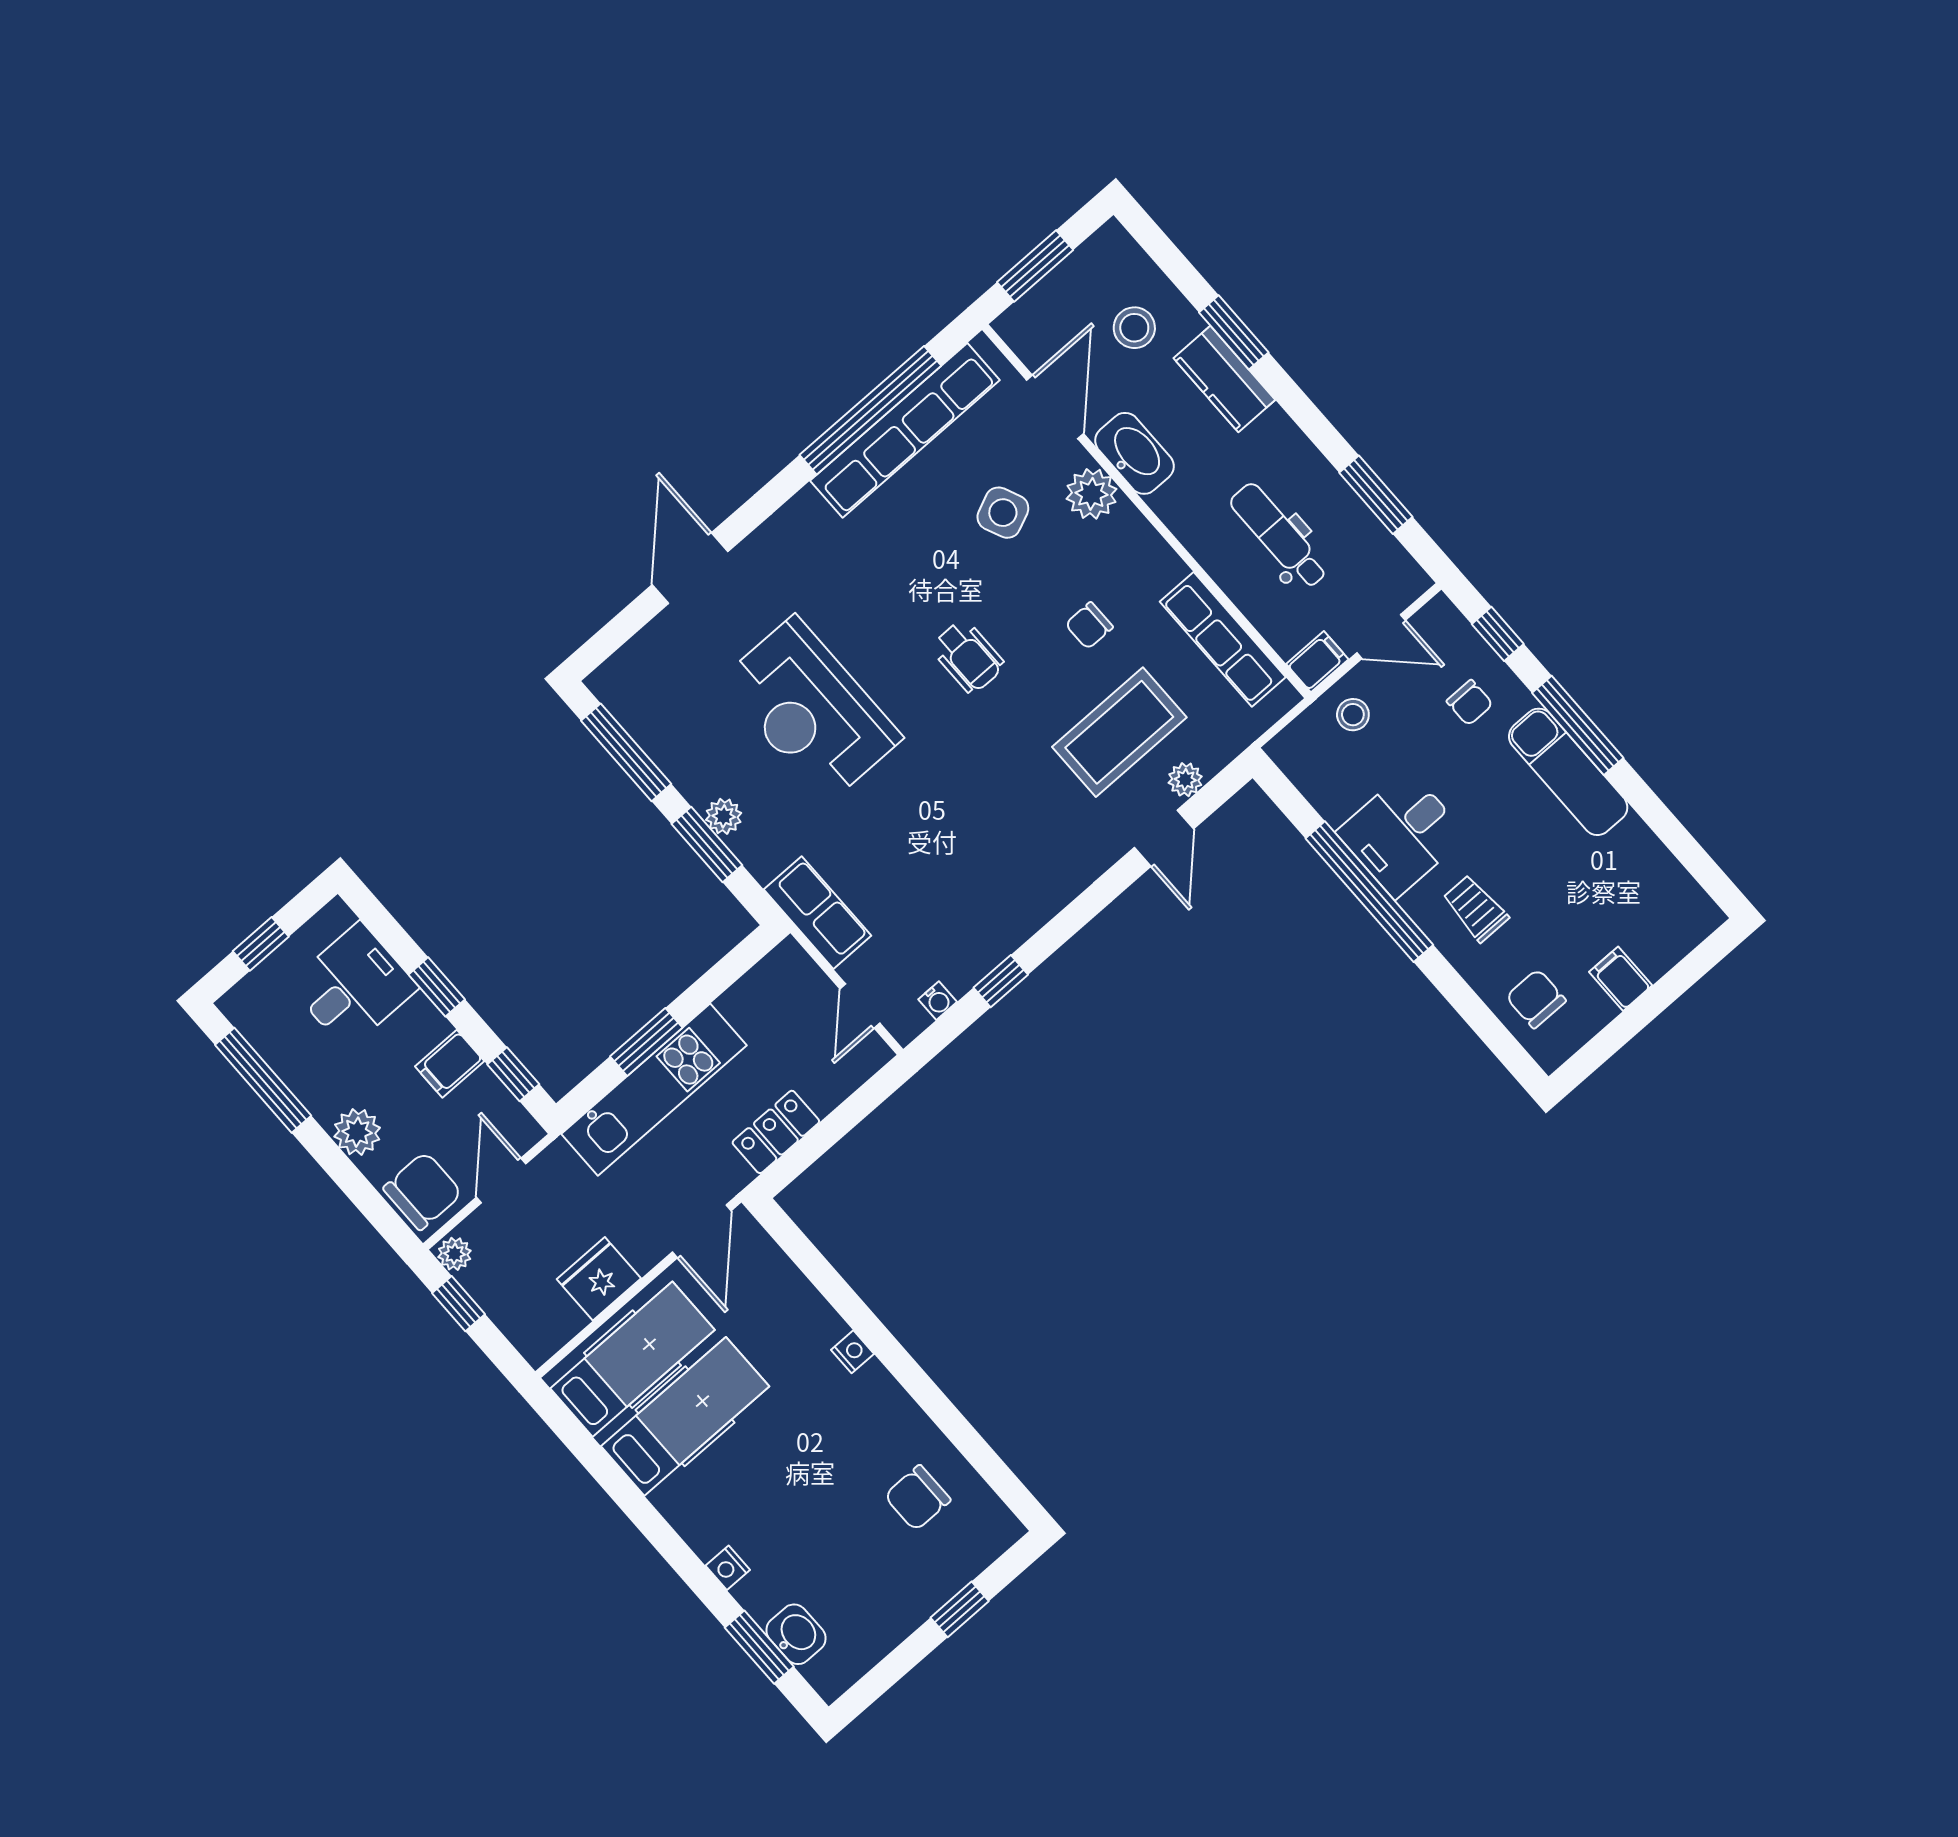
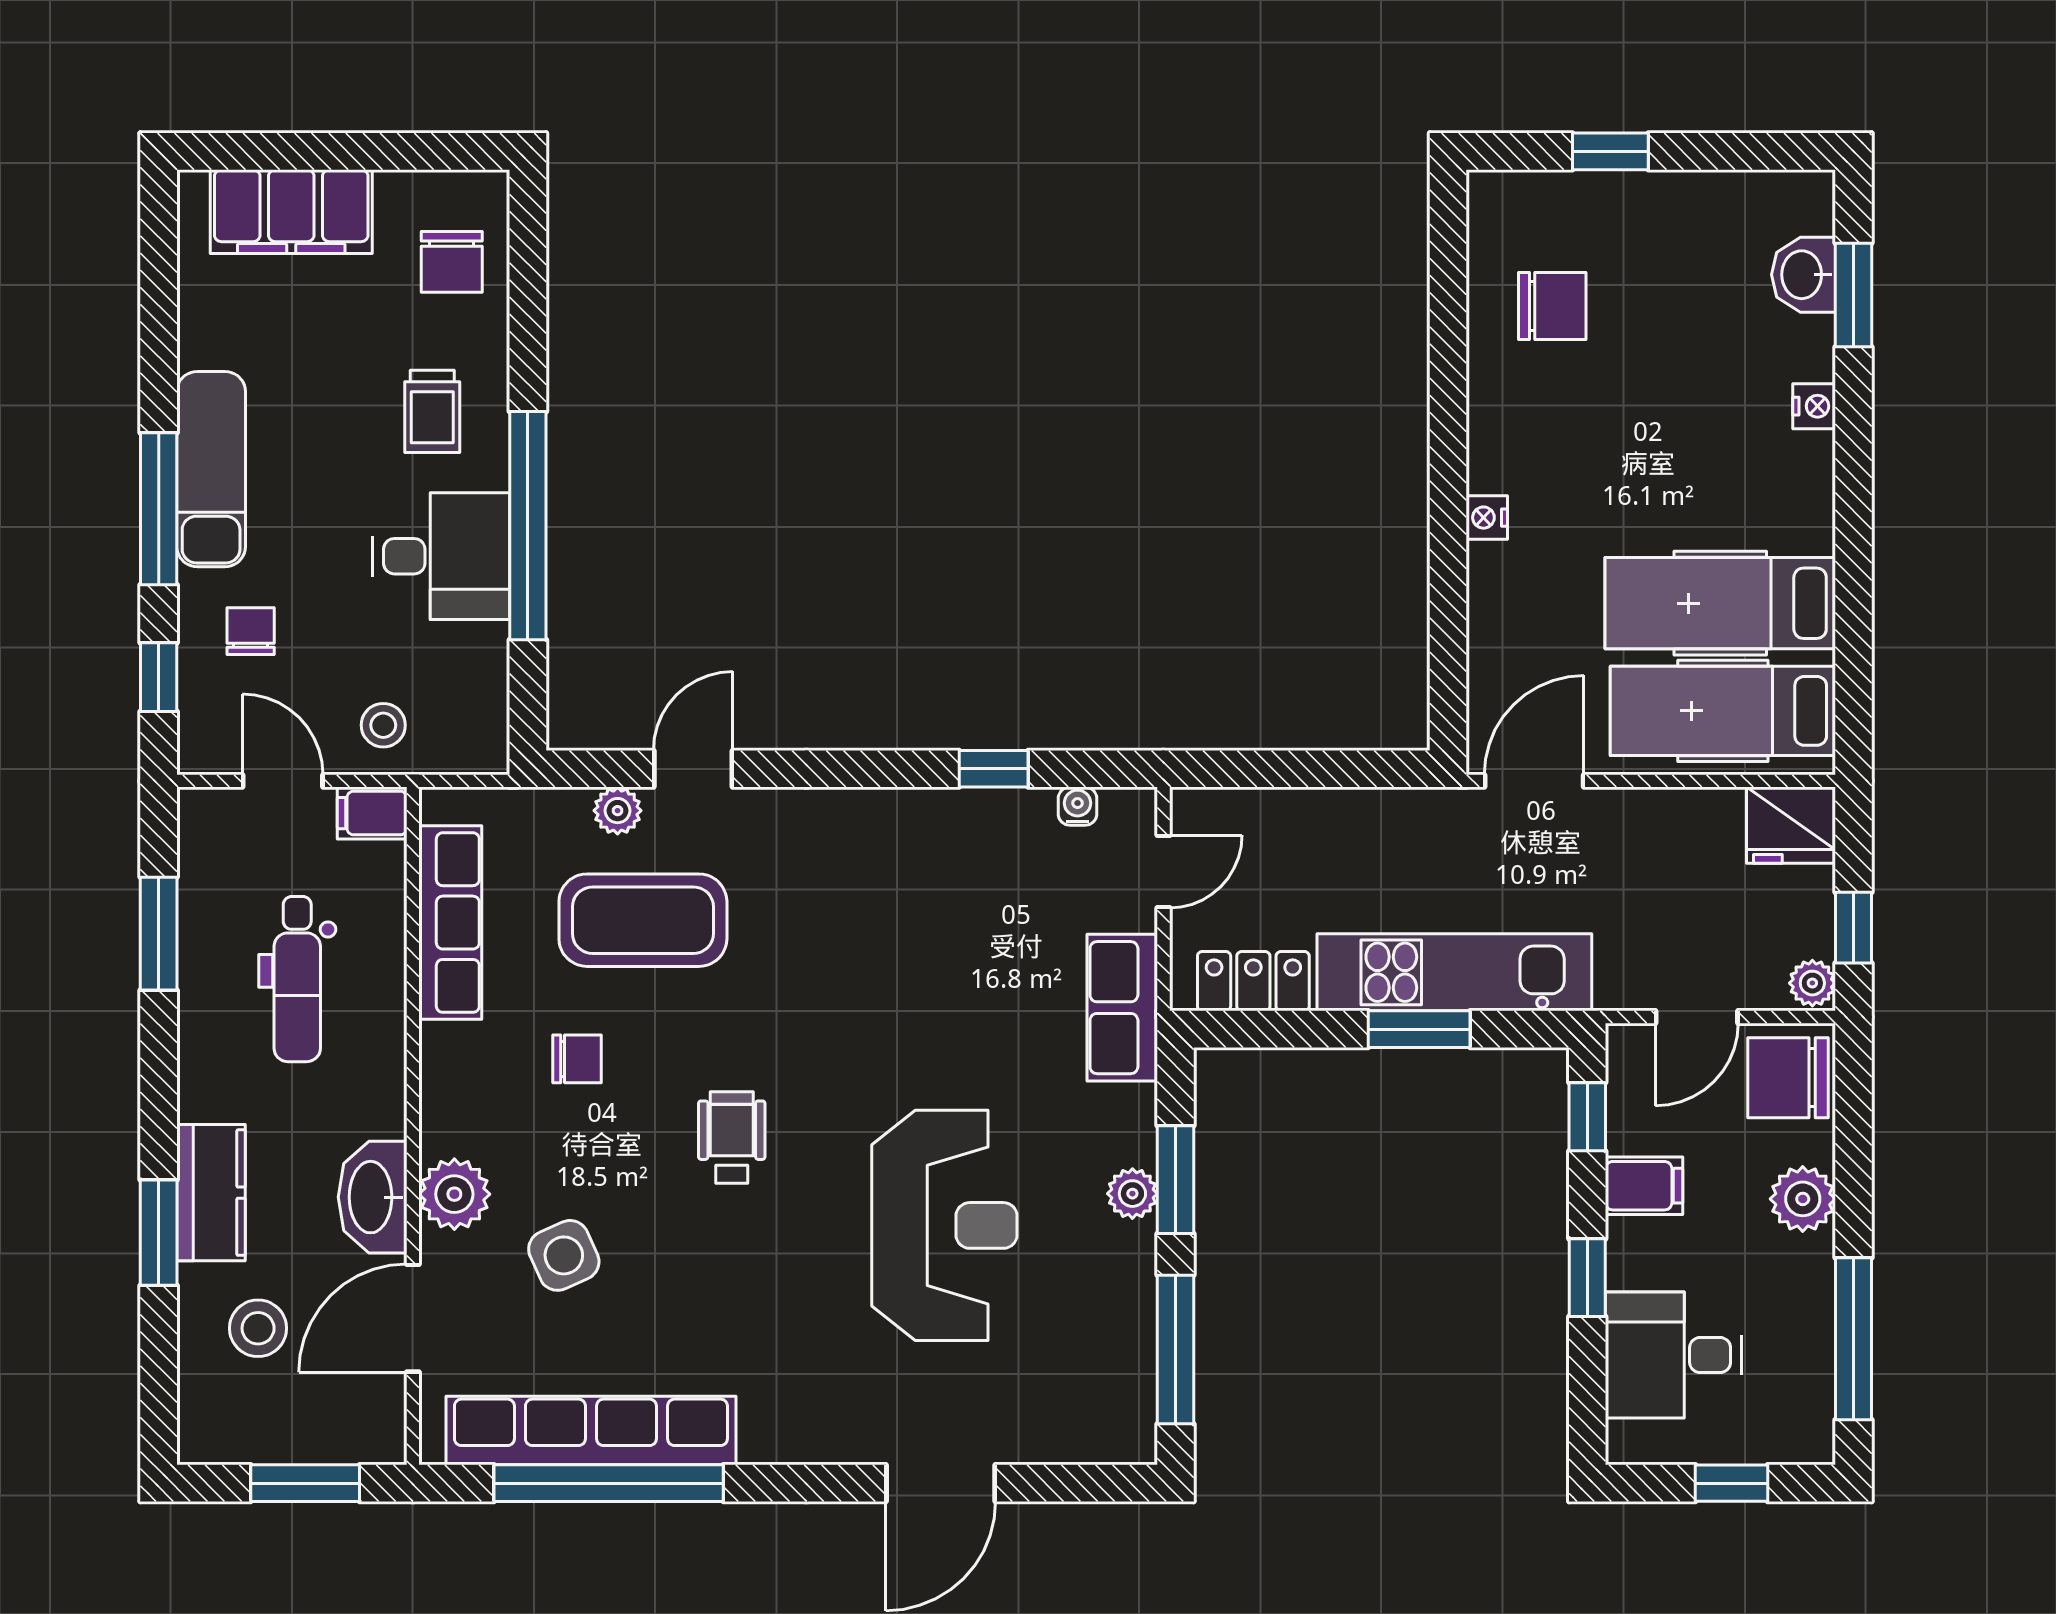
filing cabinet: (1621, 979) -> (291, 212), width x3.00, depth x1.17
locker: (776, 1132) -> (1253, 981), moved, turned 180
fridge: (599, 1279) -> (1791, 825), moved

